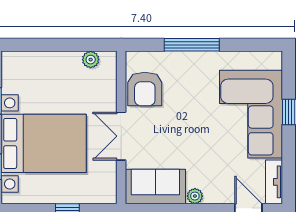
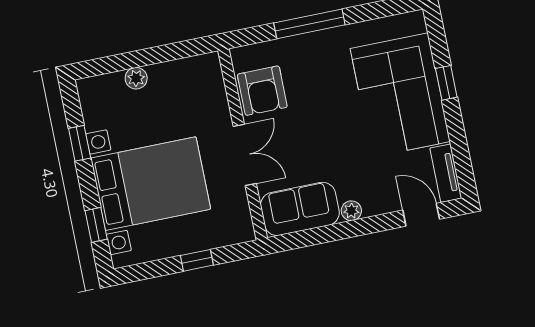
plant: (91, 60) -> (136, 78), moved
double door: (121, 136) -> (245, 155), swing flipped

